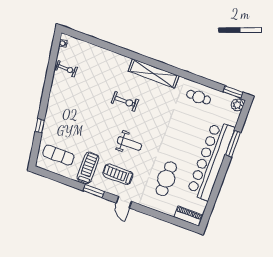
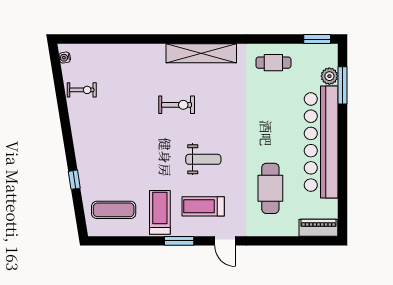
plant: (237, 105) -> (329, 76), moved
window: (233, 144) -> (343, 85), moved

